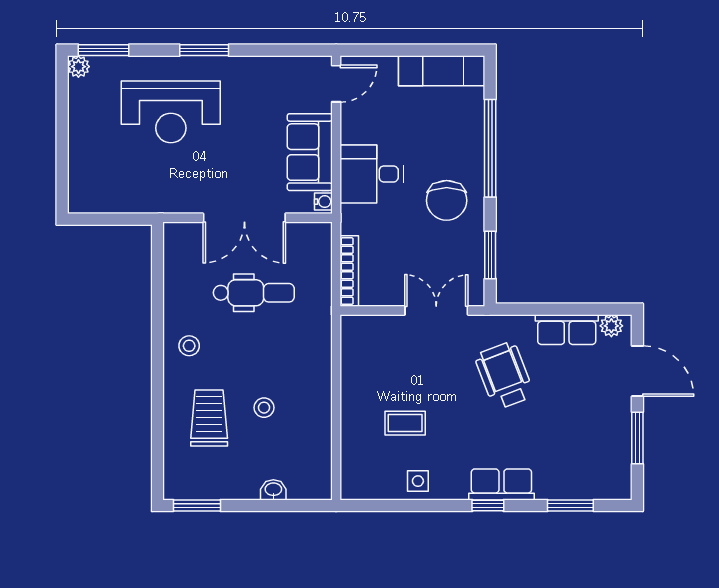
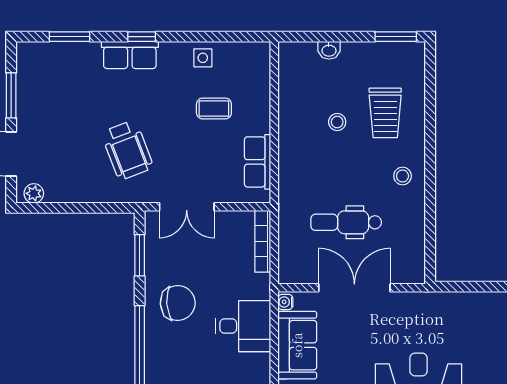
chair: (447, 200) -> (178, 303), turned 86
row of seats: (567, 330) -> (258, 162), moved, turned -90

